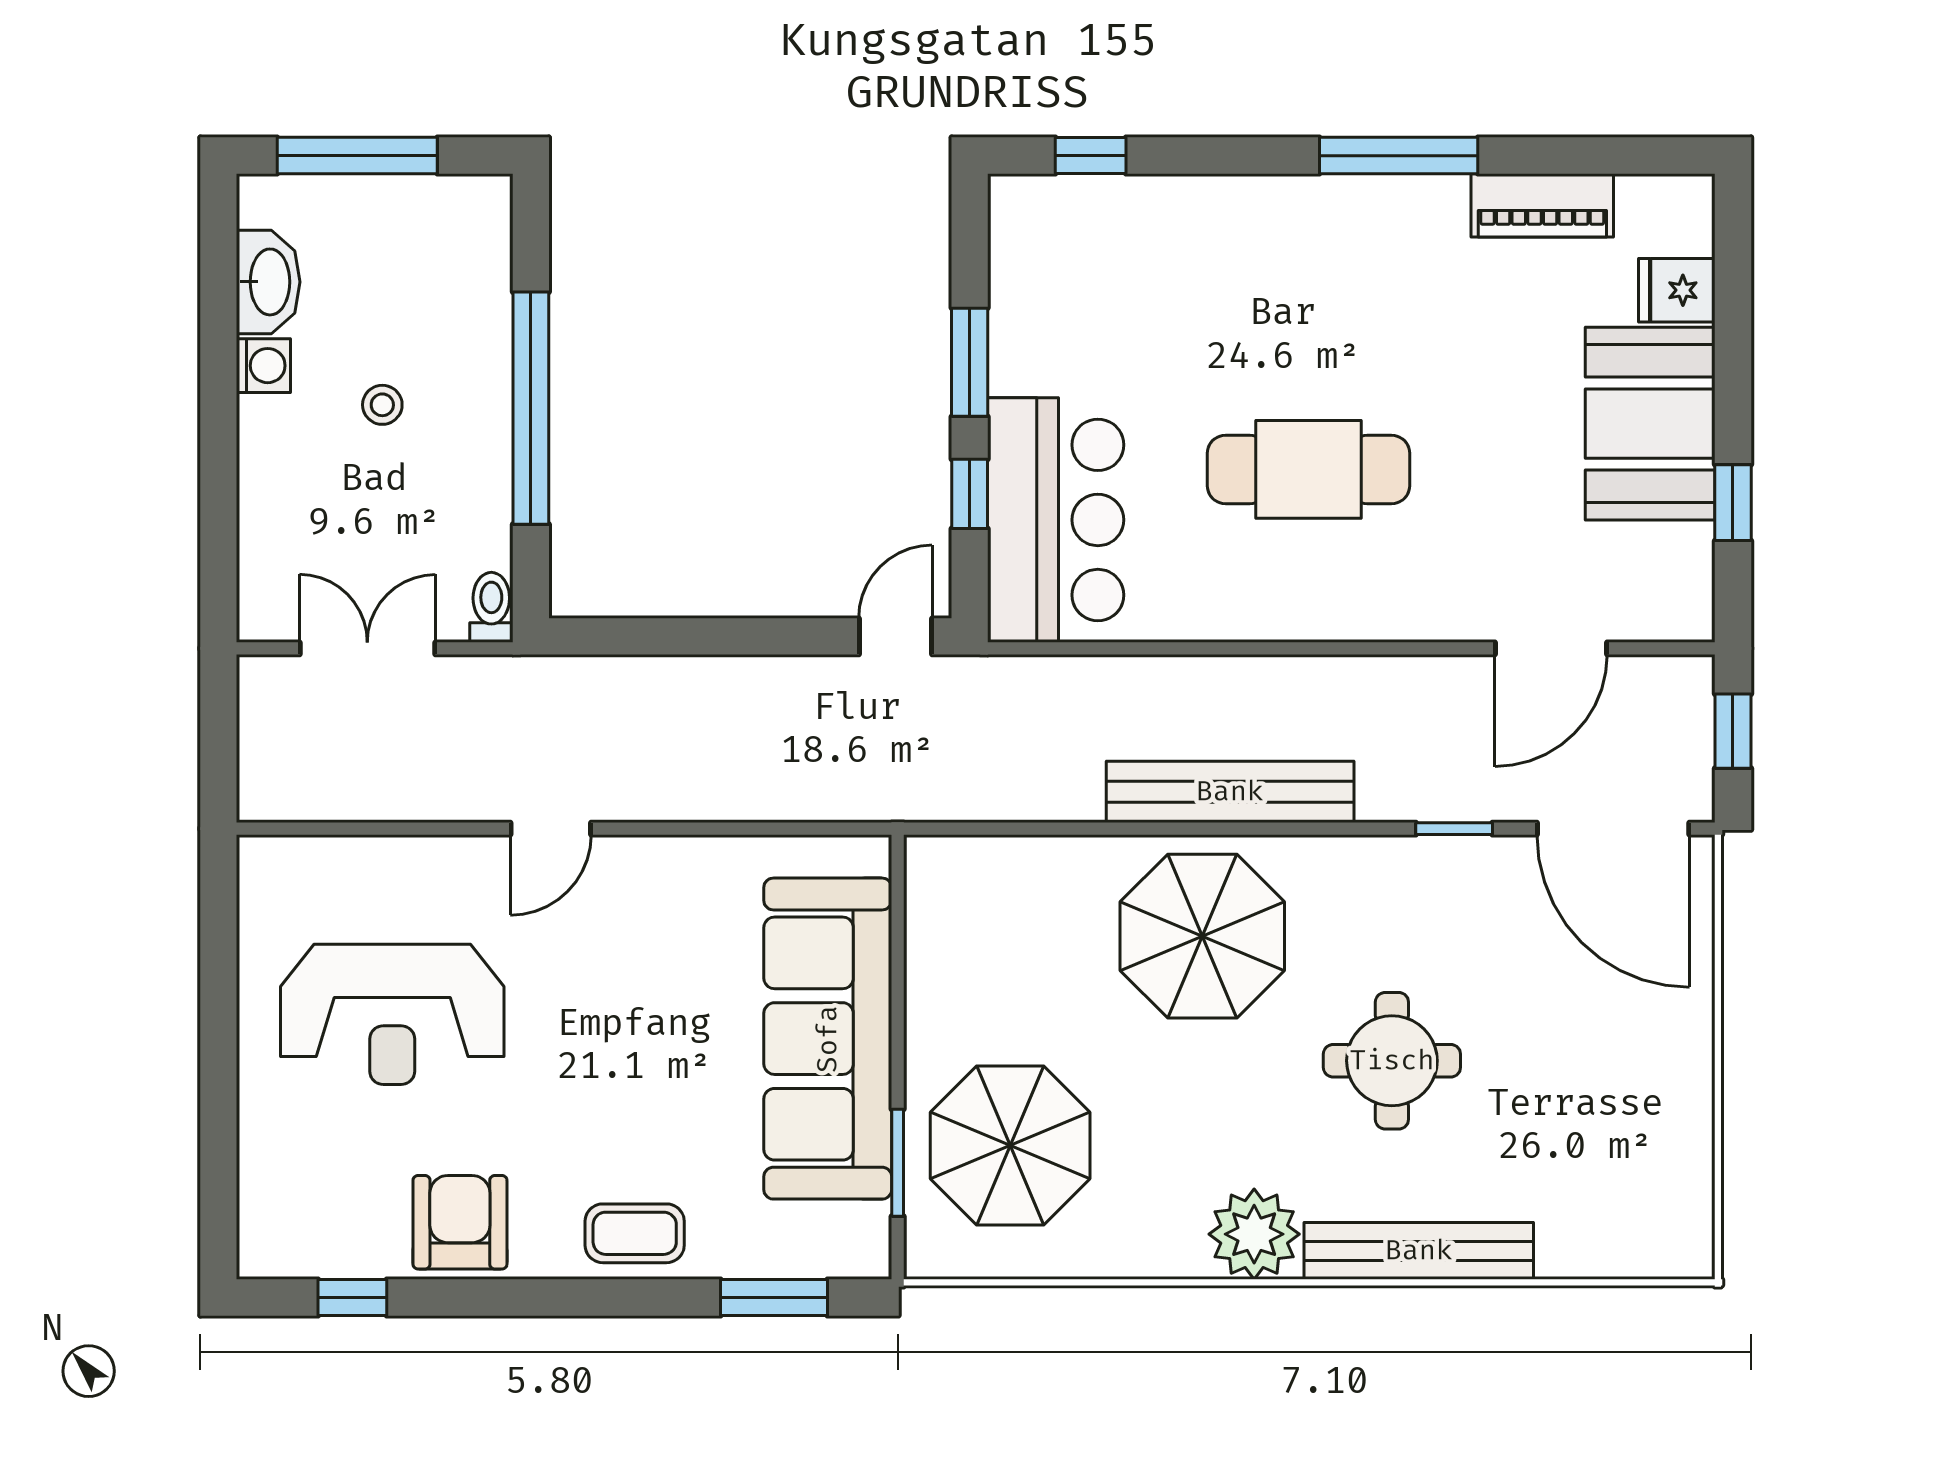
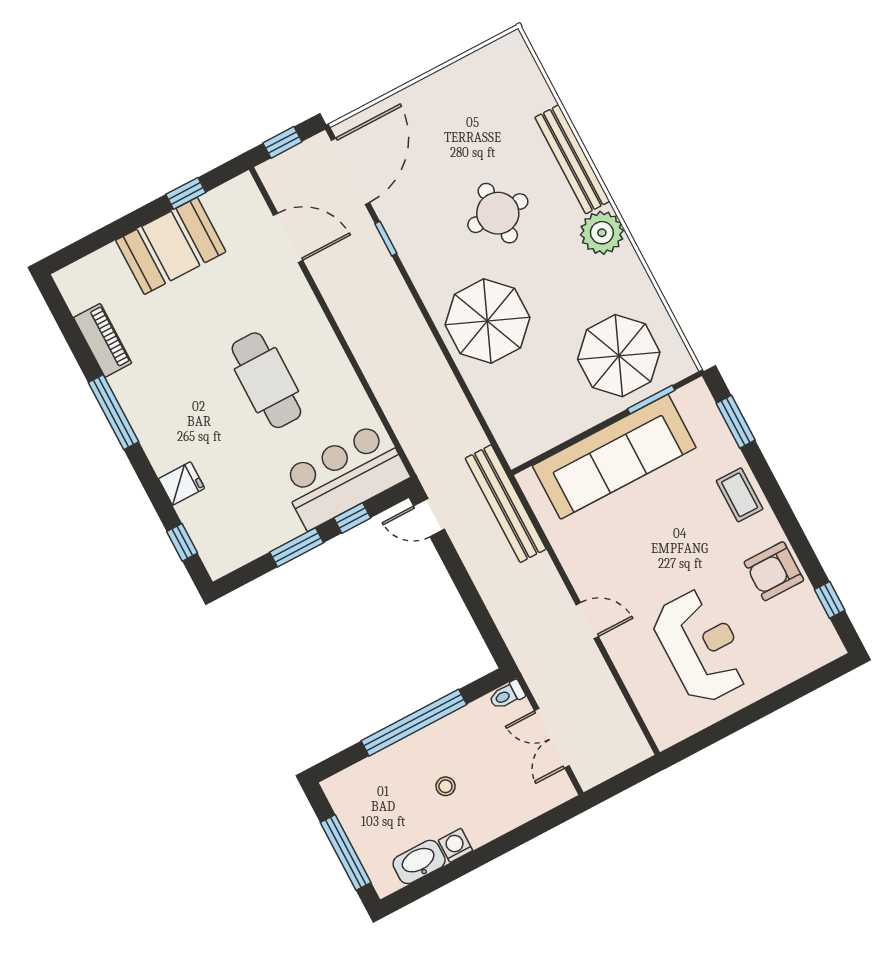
fridge: (1677, 290) -> (182, 483), moved, turned -90
bench: (1230, 792) -> (506, 504), moved

